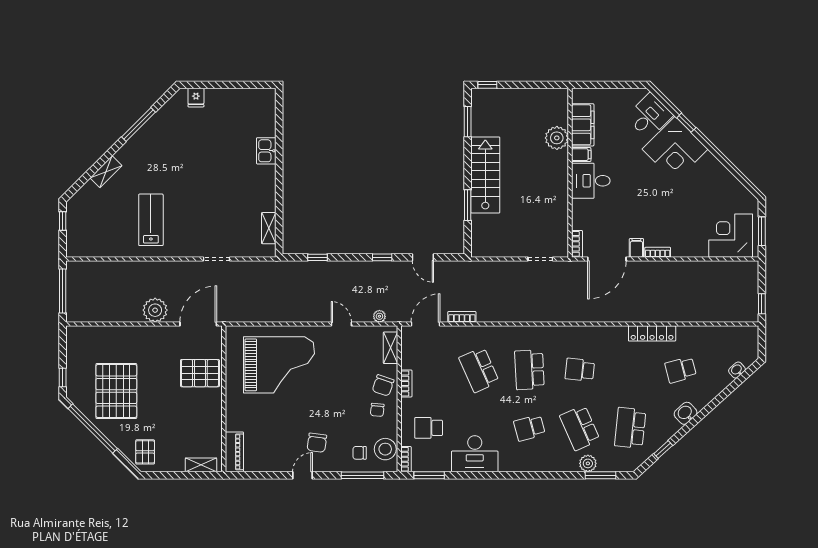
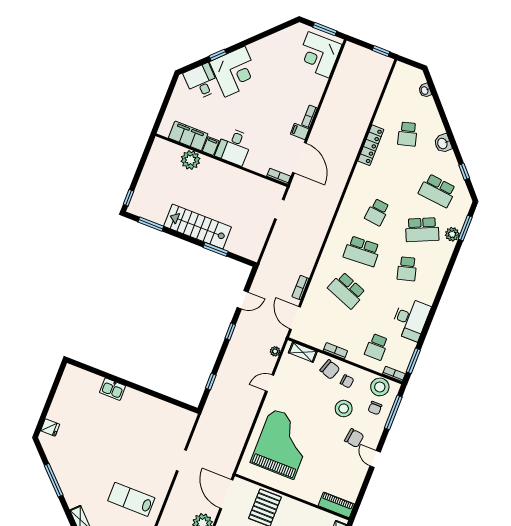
shelving: (269, 228) -> (173, 411), removed
school desk: (479, 370) -> (347, 290), turned 45
stool: (345, 418) -> (344, 409), added

